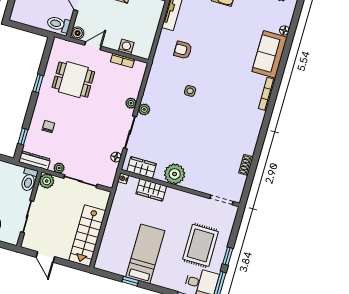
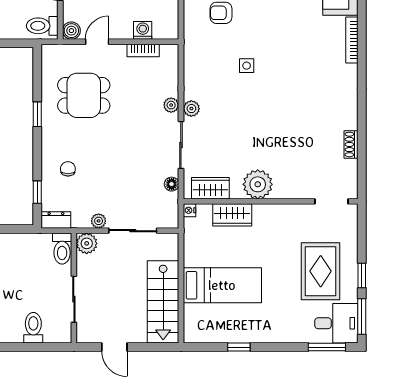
dresser: (35, 160) -> (56, 220), width x0.70
bed: (145, 254) -> (222, 285), moved, turned 90

